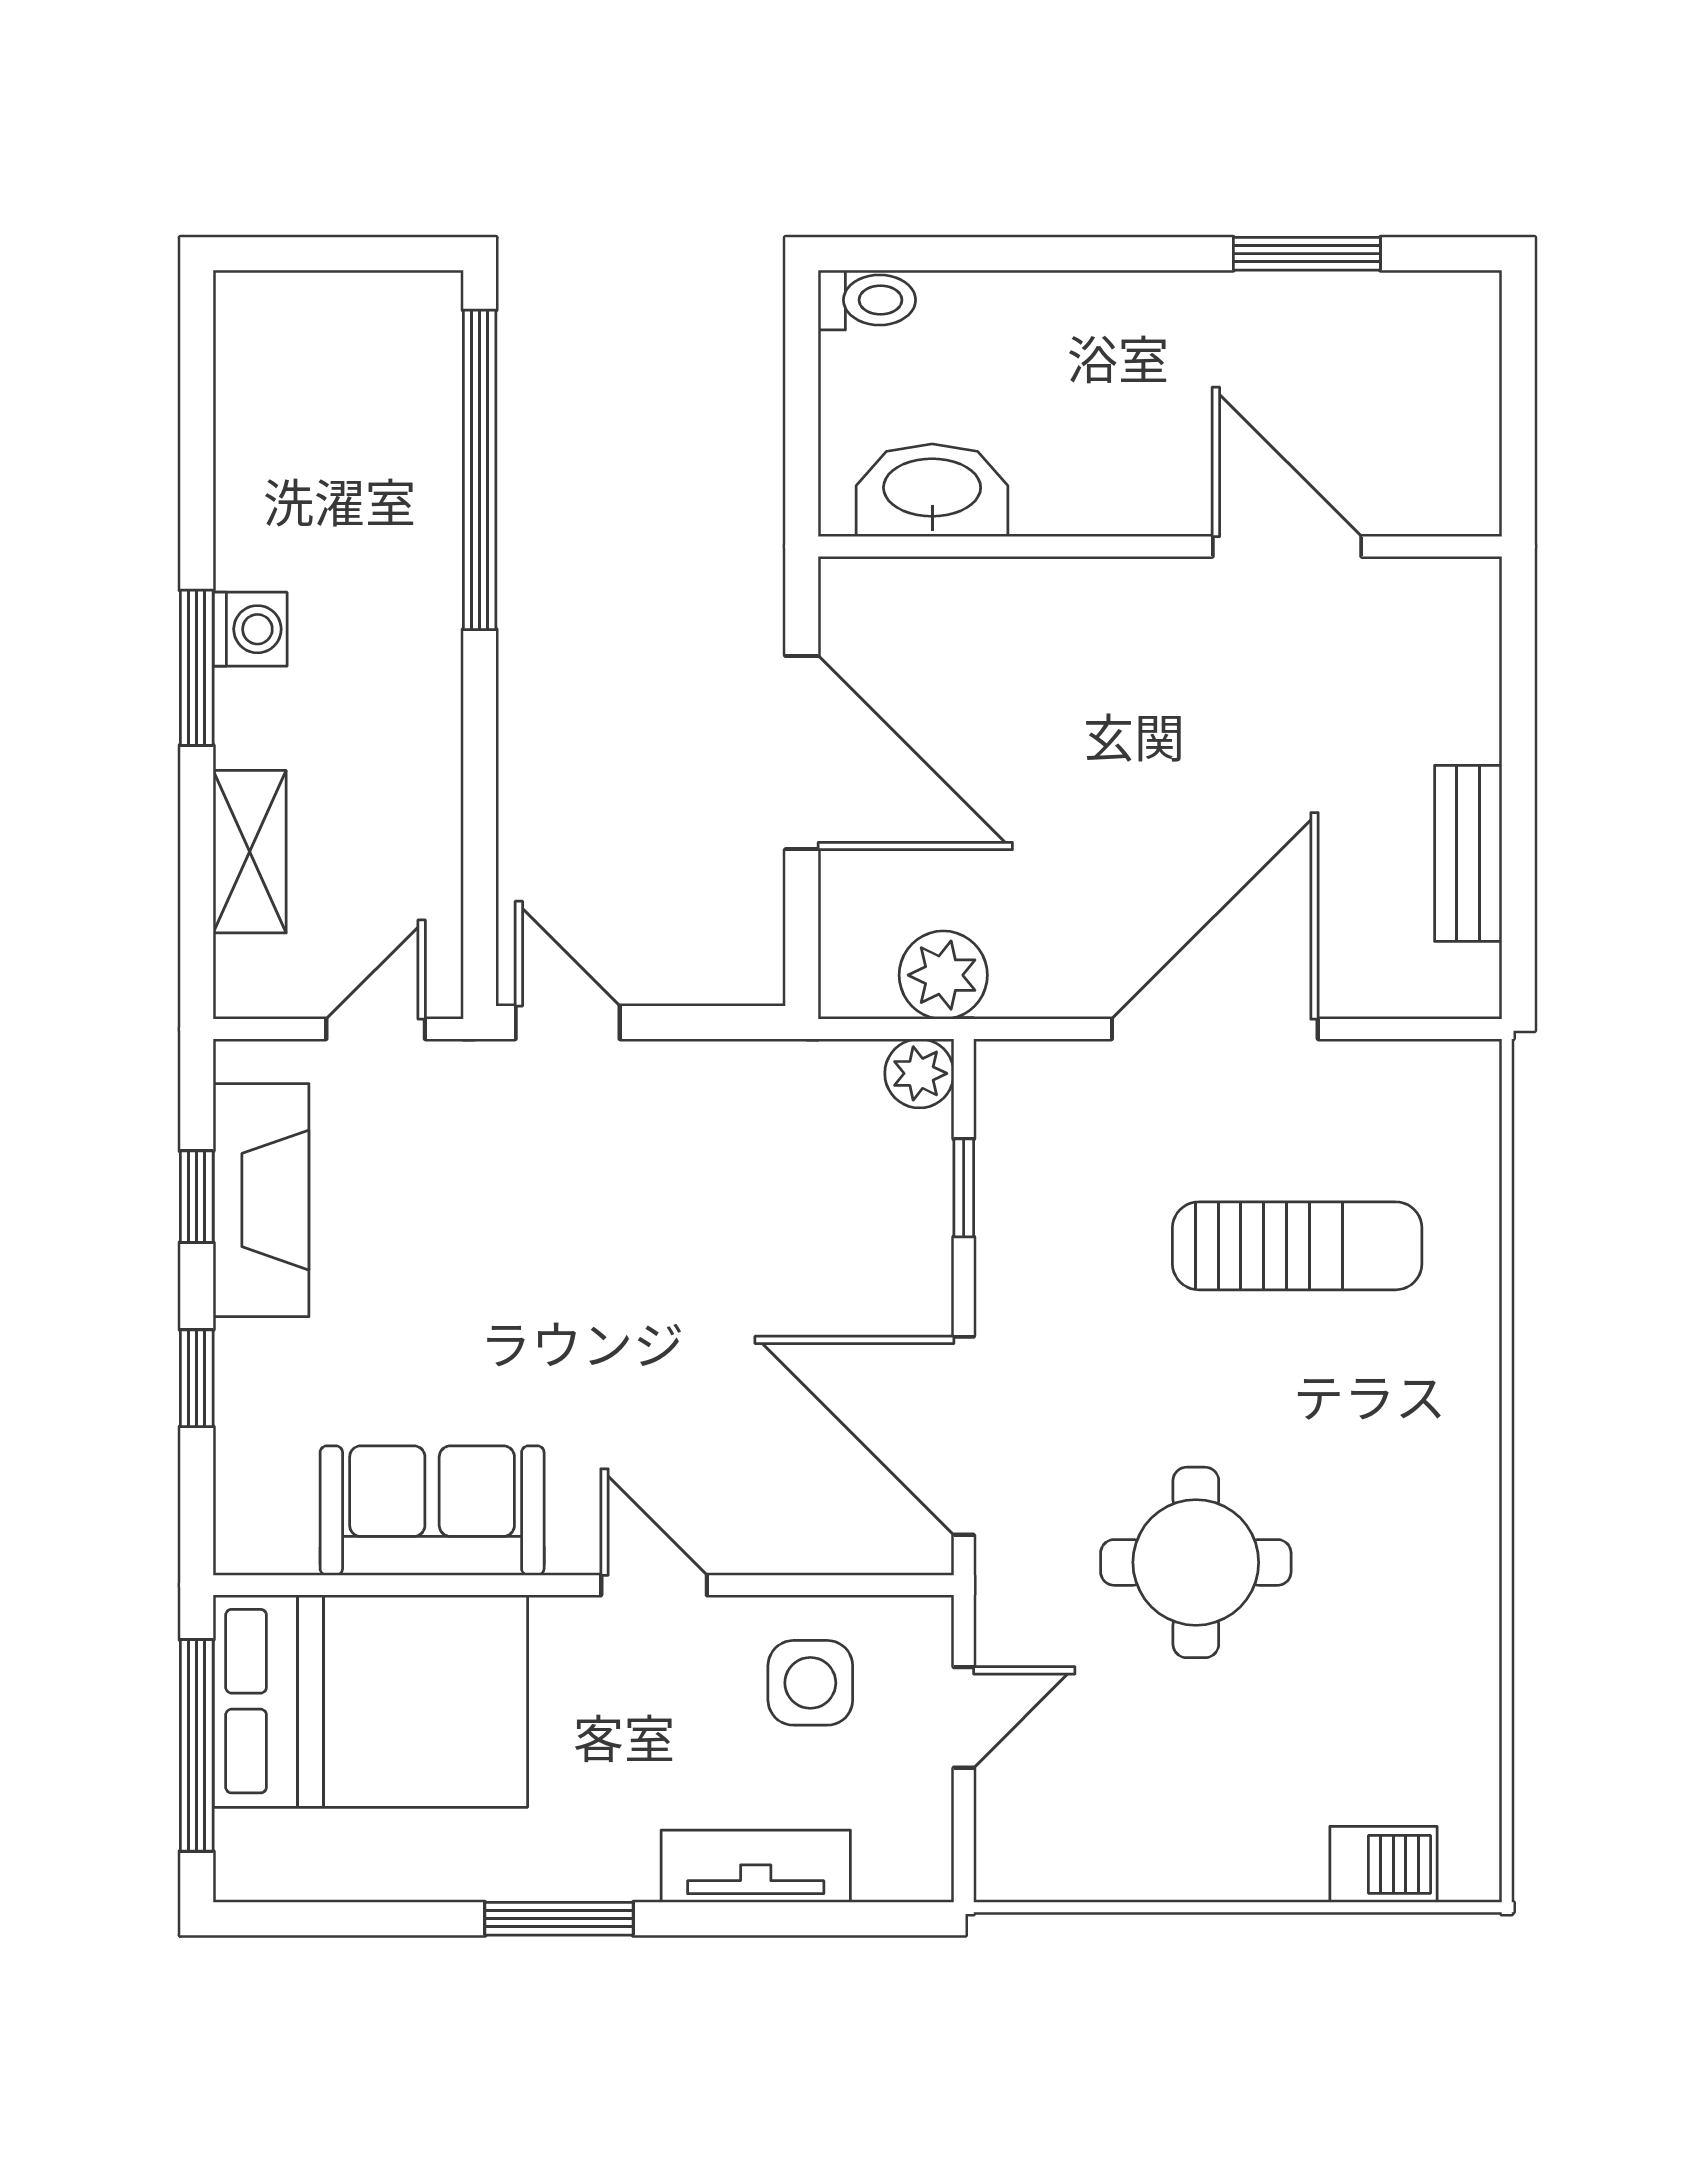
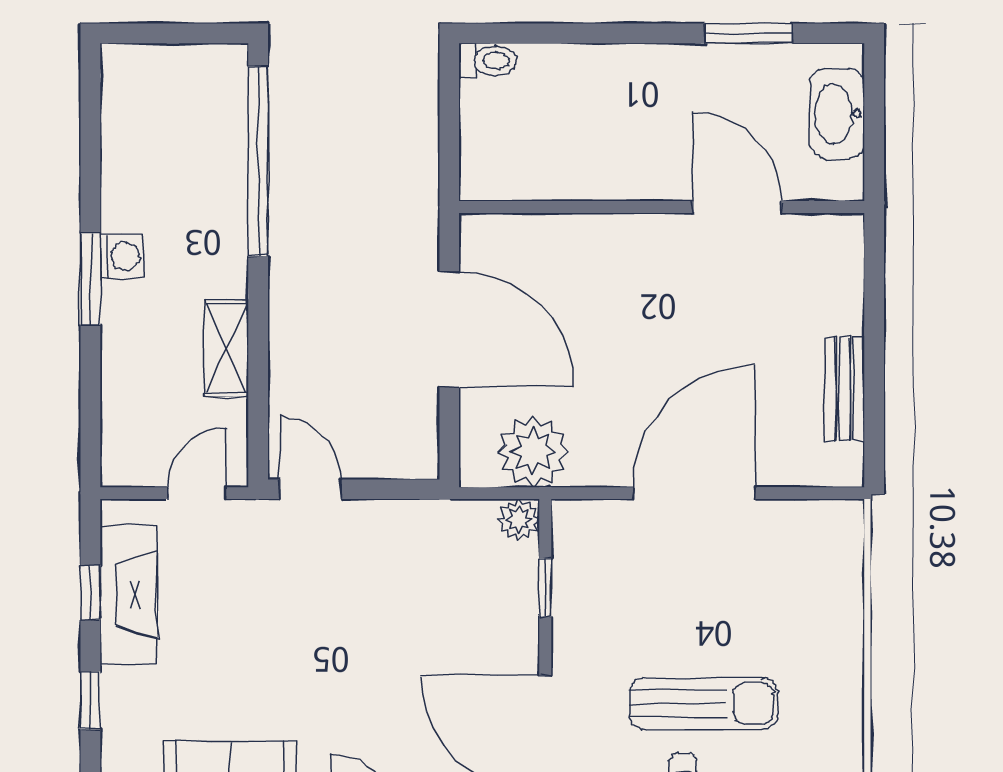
washbasin: (932, 490) -> (837, 113), moved, turned -90
shelving: (250, 852) -> (227, 348), moved
plant: (943, 975) -> (533, 452), width x1.36, depth x1.36
sun lounger: (1297, 1246) -> (704, 704), moved

